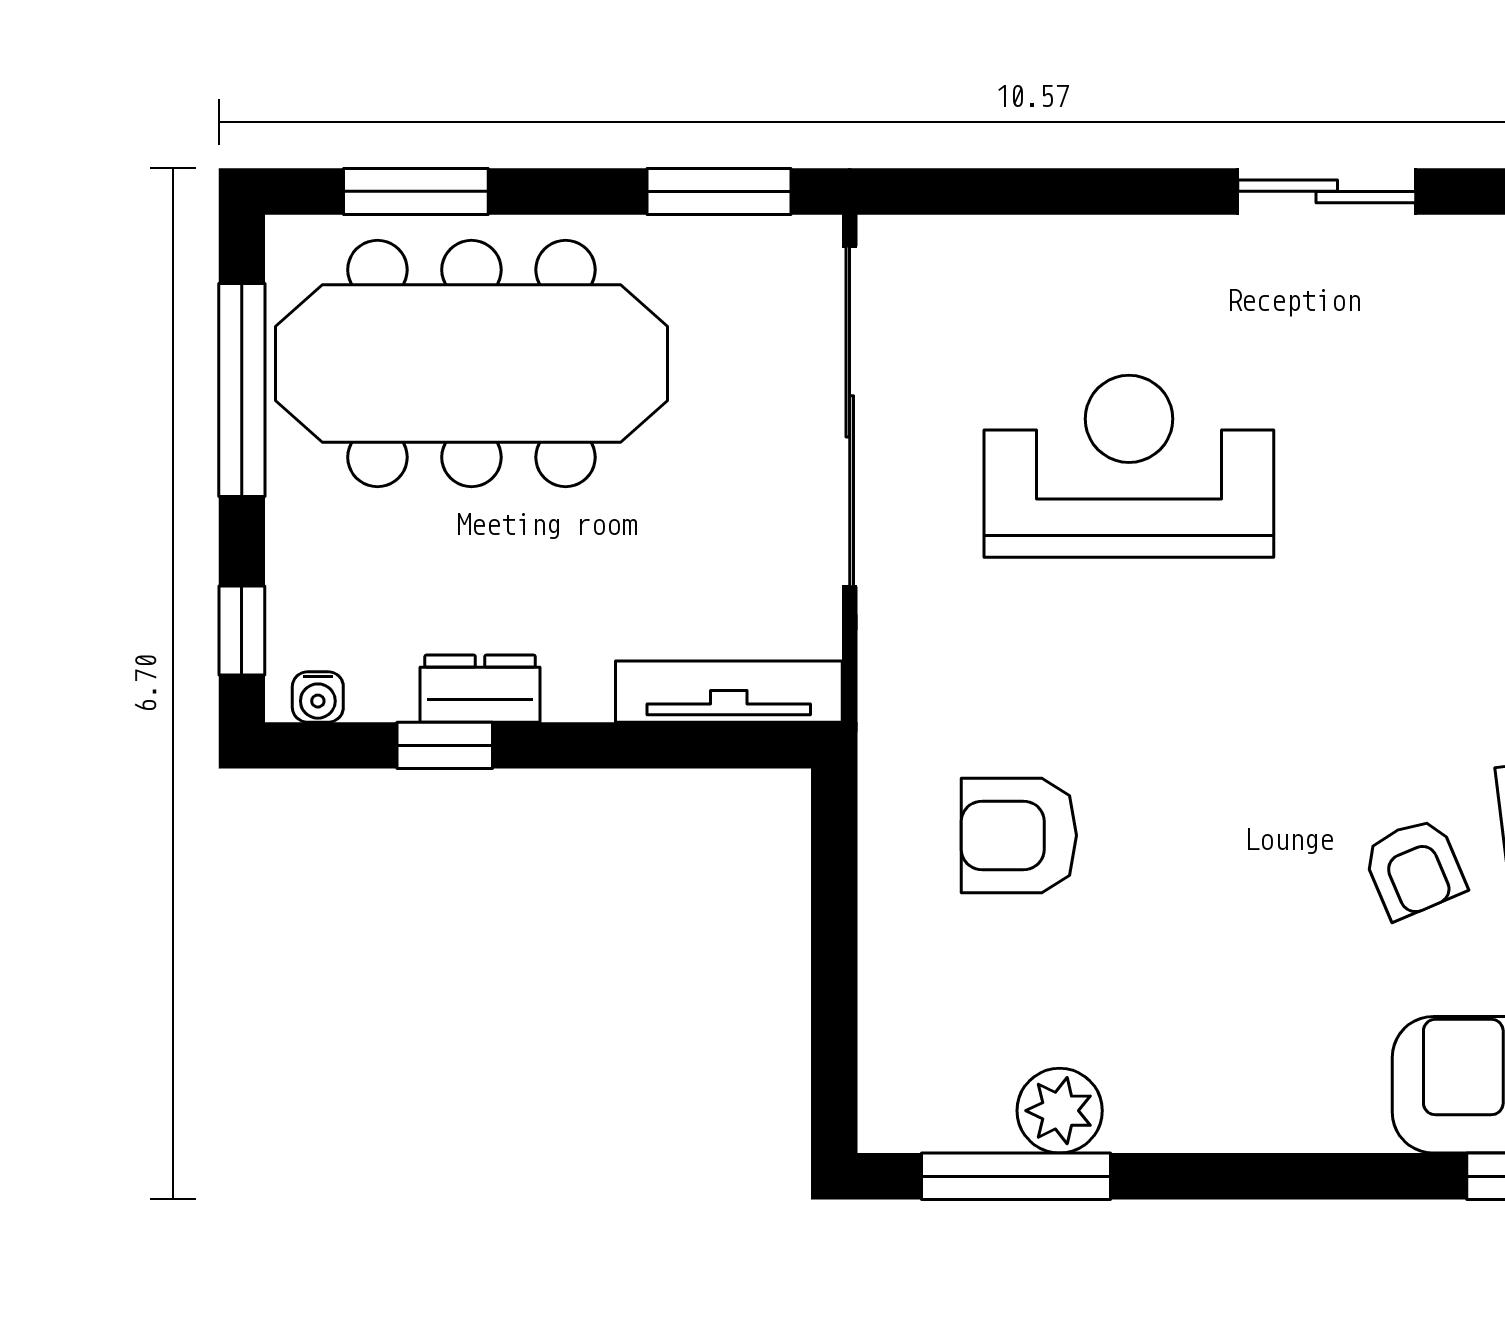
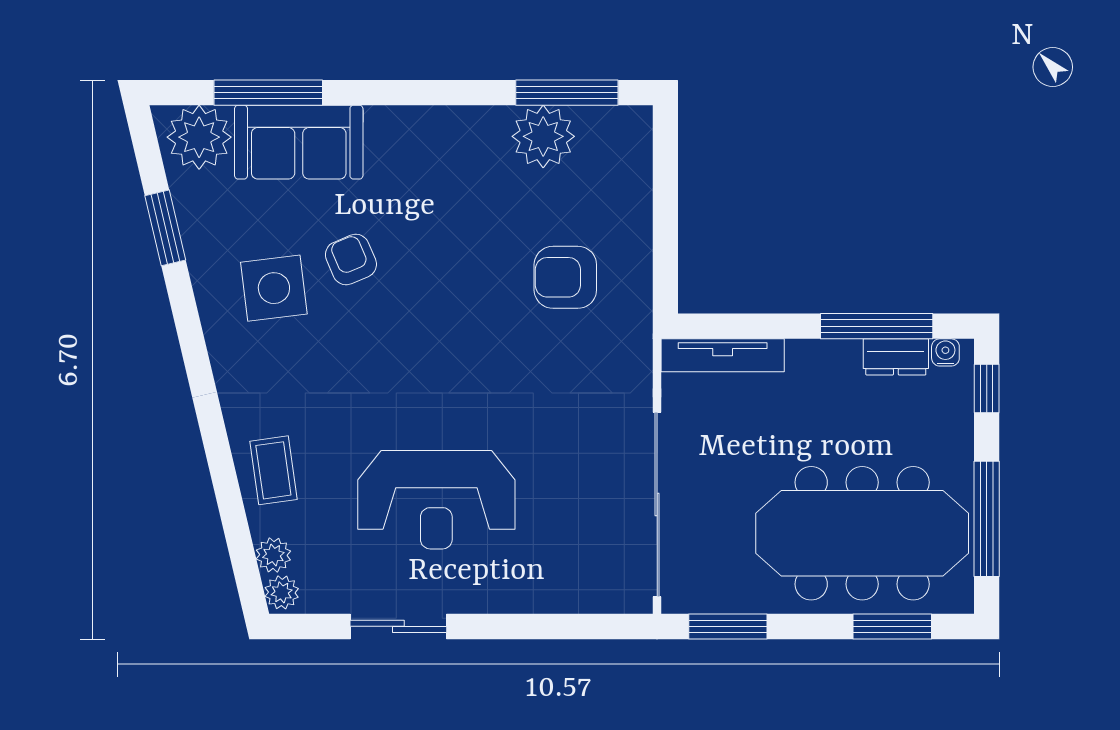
reception desk: (1129, 466) -> (436, 500), moved
dresser: (480, 689) -> (896, 357), moved
window: (445, 745) -> (877, 326), width x2.17
armchair: (1019, 835) -> (565, 277), turned 180
plant: (1060, 1111) -> (543, 136), width x1.36, depth x1.36

